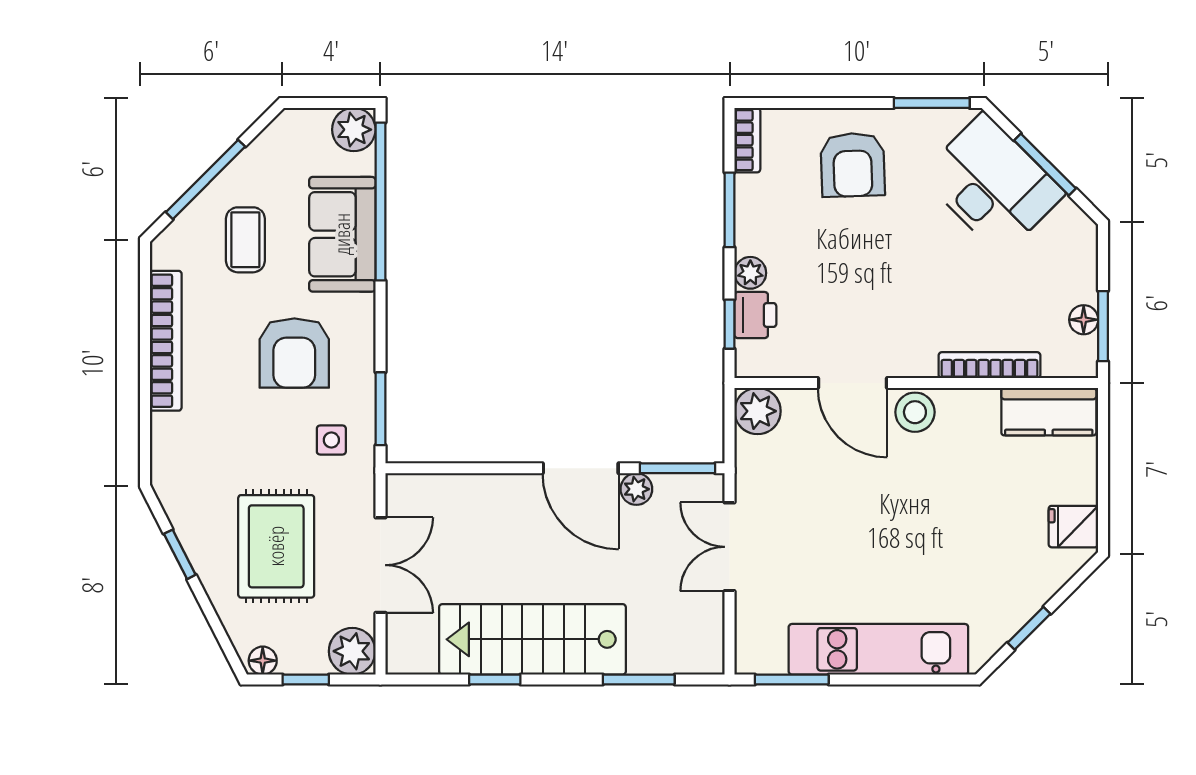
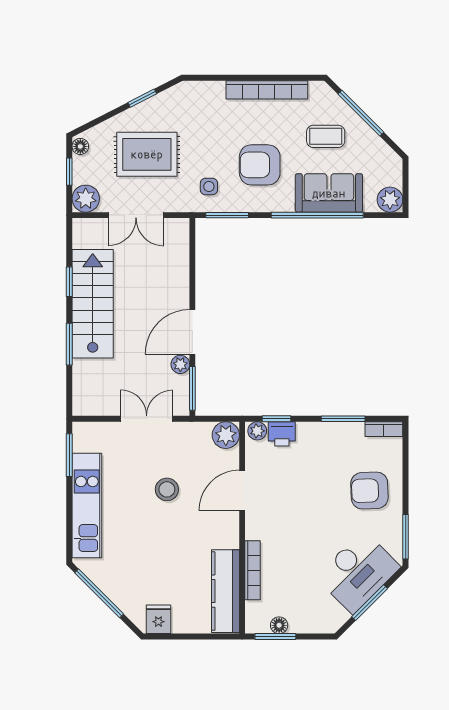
window: (380, 202) -> (317, 215), moved
plant: (750, 273) -> (257, 431), moved
stool: (915, 412) -> (167, 489), moved
kitchen counter: (1049, 412) -> (225, 591), width x1.50
window: (1029, 628) -> (99, 593), width x2.17
window: (639, 679) -> (69, 344), moved

